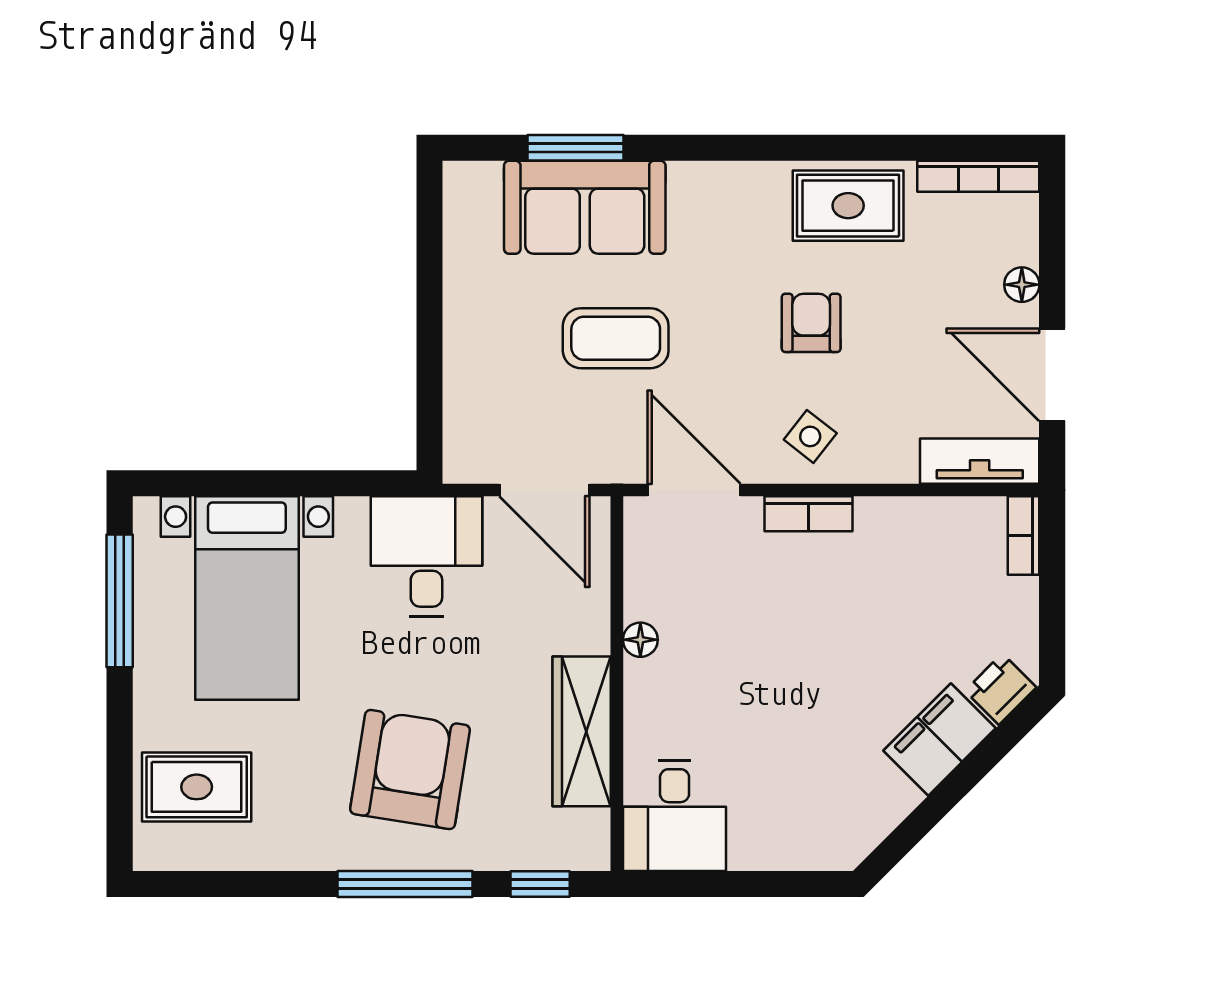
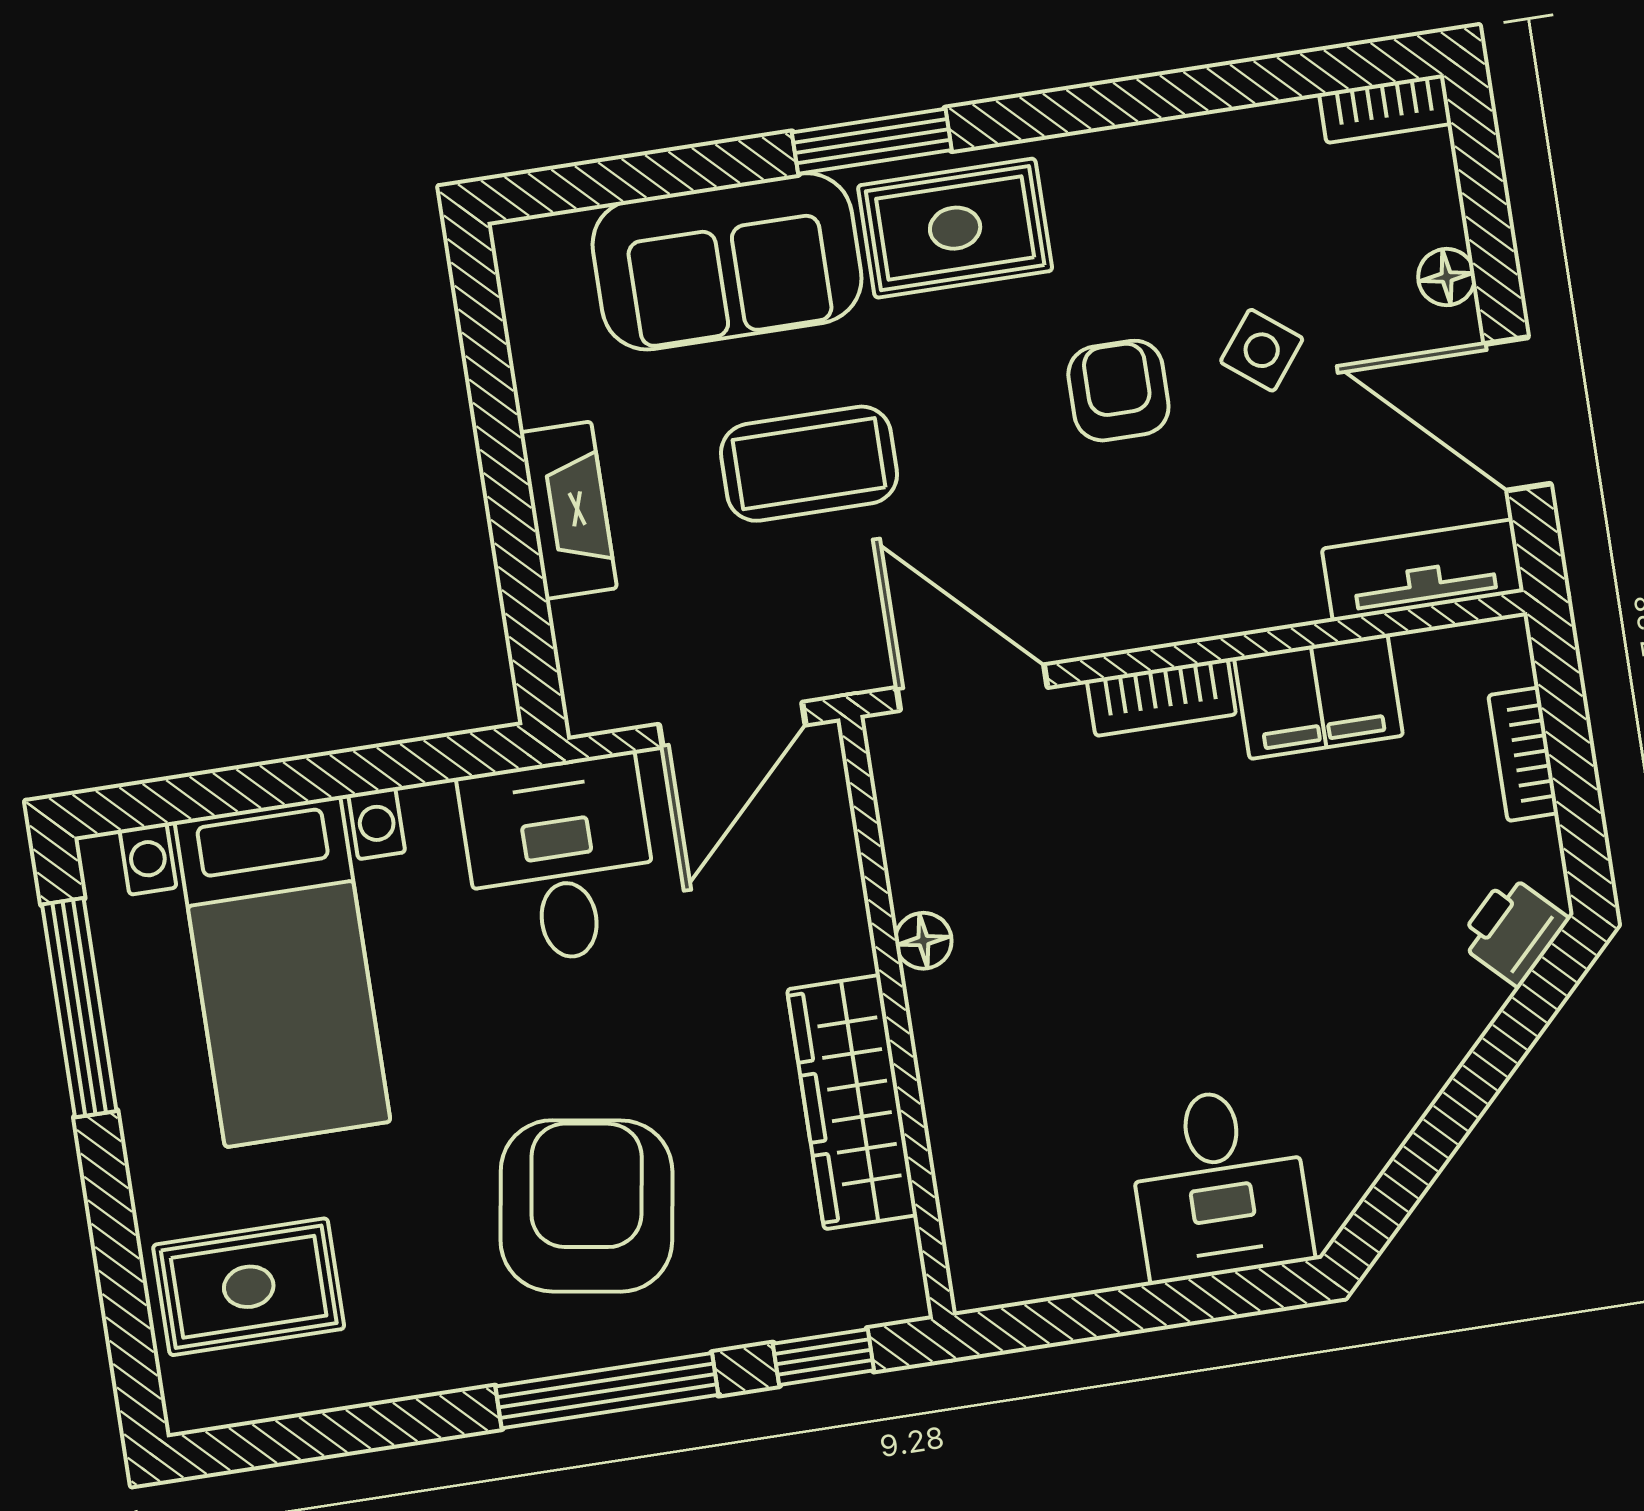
window: (576, 148) -> (872, 141), moved
bookcase: (978, 176) -> (1385, 109), width x0.64
rug: (848, 206) -> (955, 228), moved
fireplace: (465, 344) -> (568, 510), added
side table: (810, 436) -> (1262, 350), moved
door: (544, 490) -> (732, 725), hinge flipped
bookcase: (1024, 536) -> (1523, 754), moved
filing cabinet: (940, 739) -> (1319, 696), moved, turned -135
desk: (675, 816) -> (1220, 1184), moved

